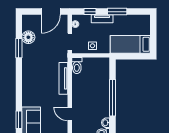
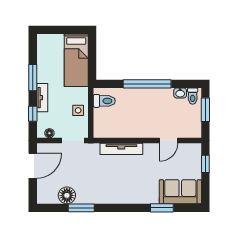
door: (51, 12) -> (33, 166), hinge flipped
toilet: (77, 66) -> (104, 101), moved
window: (19, 120) -> (162, 208), moved

